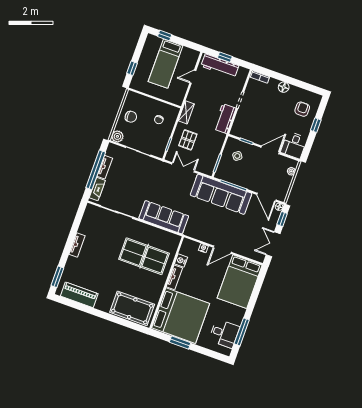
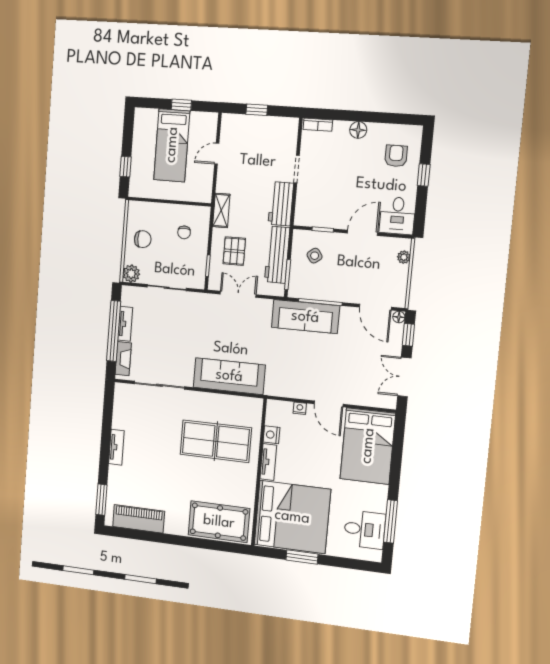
window: (165, 36) -> (181, 105), moved
workbench: (220, 66) -> (277, 255), moved, turned 90
sofa: (221, 194) -> (305, 317), width x0.74, depth x0.79
door: (222, 250) -> (329, 404), hinge flipped

